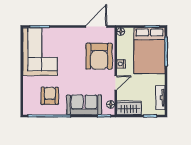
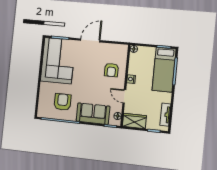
door: (96, 27) -> (90, 40), moved
bed: (149, 51) -> (164, 70), width x0.67
armchair: (99, 56) -> (111, 70), width x0.53, depth x0.53
door: (116, 83) -> (124, 96), swing flipped

